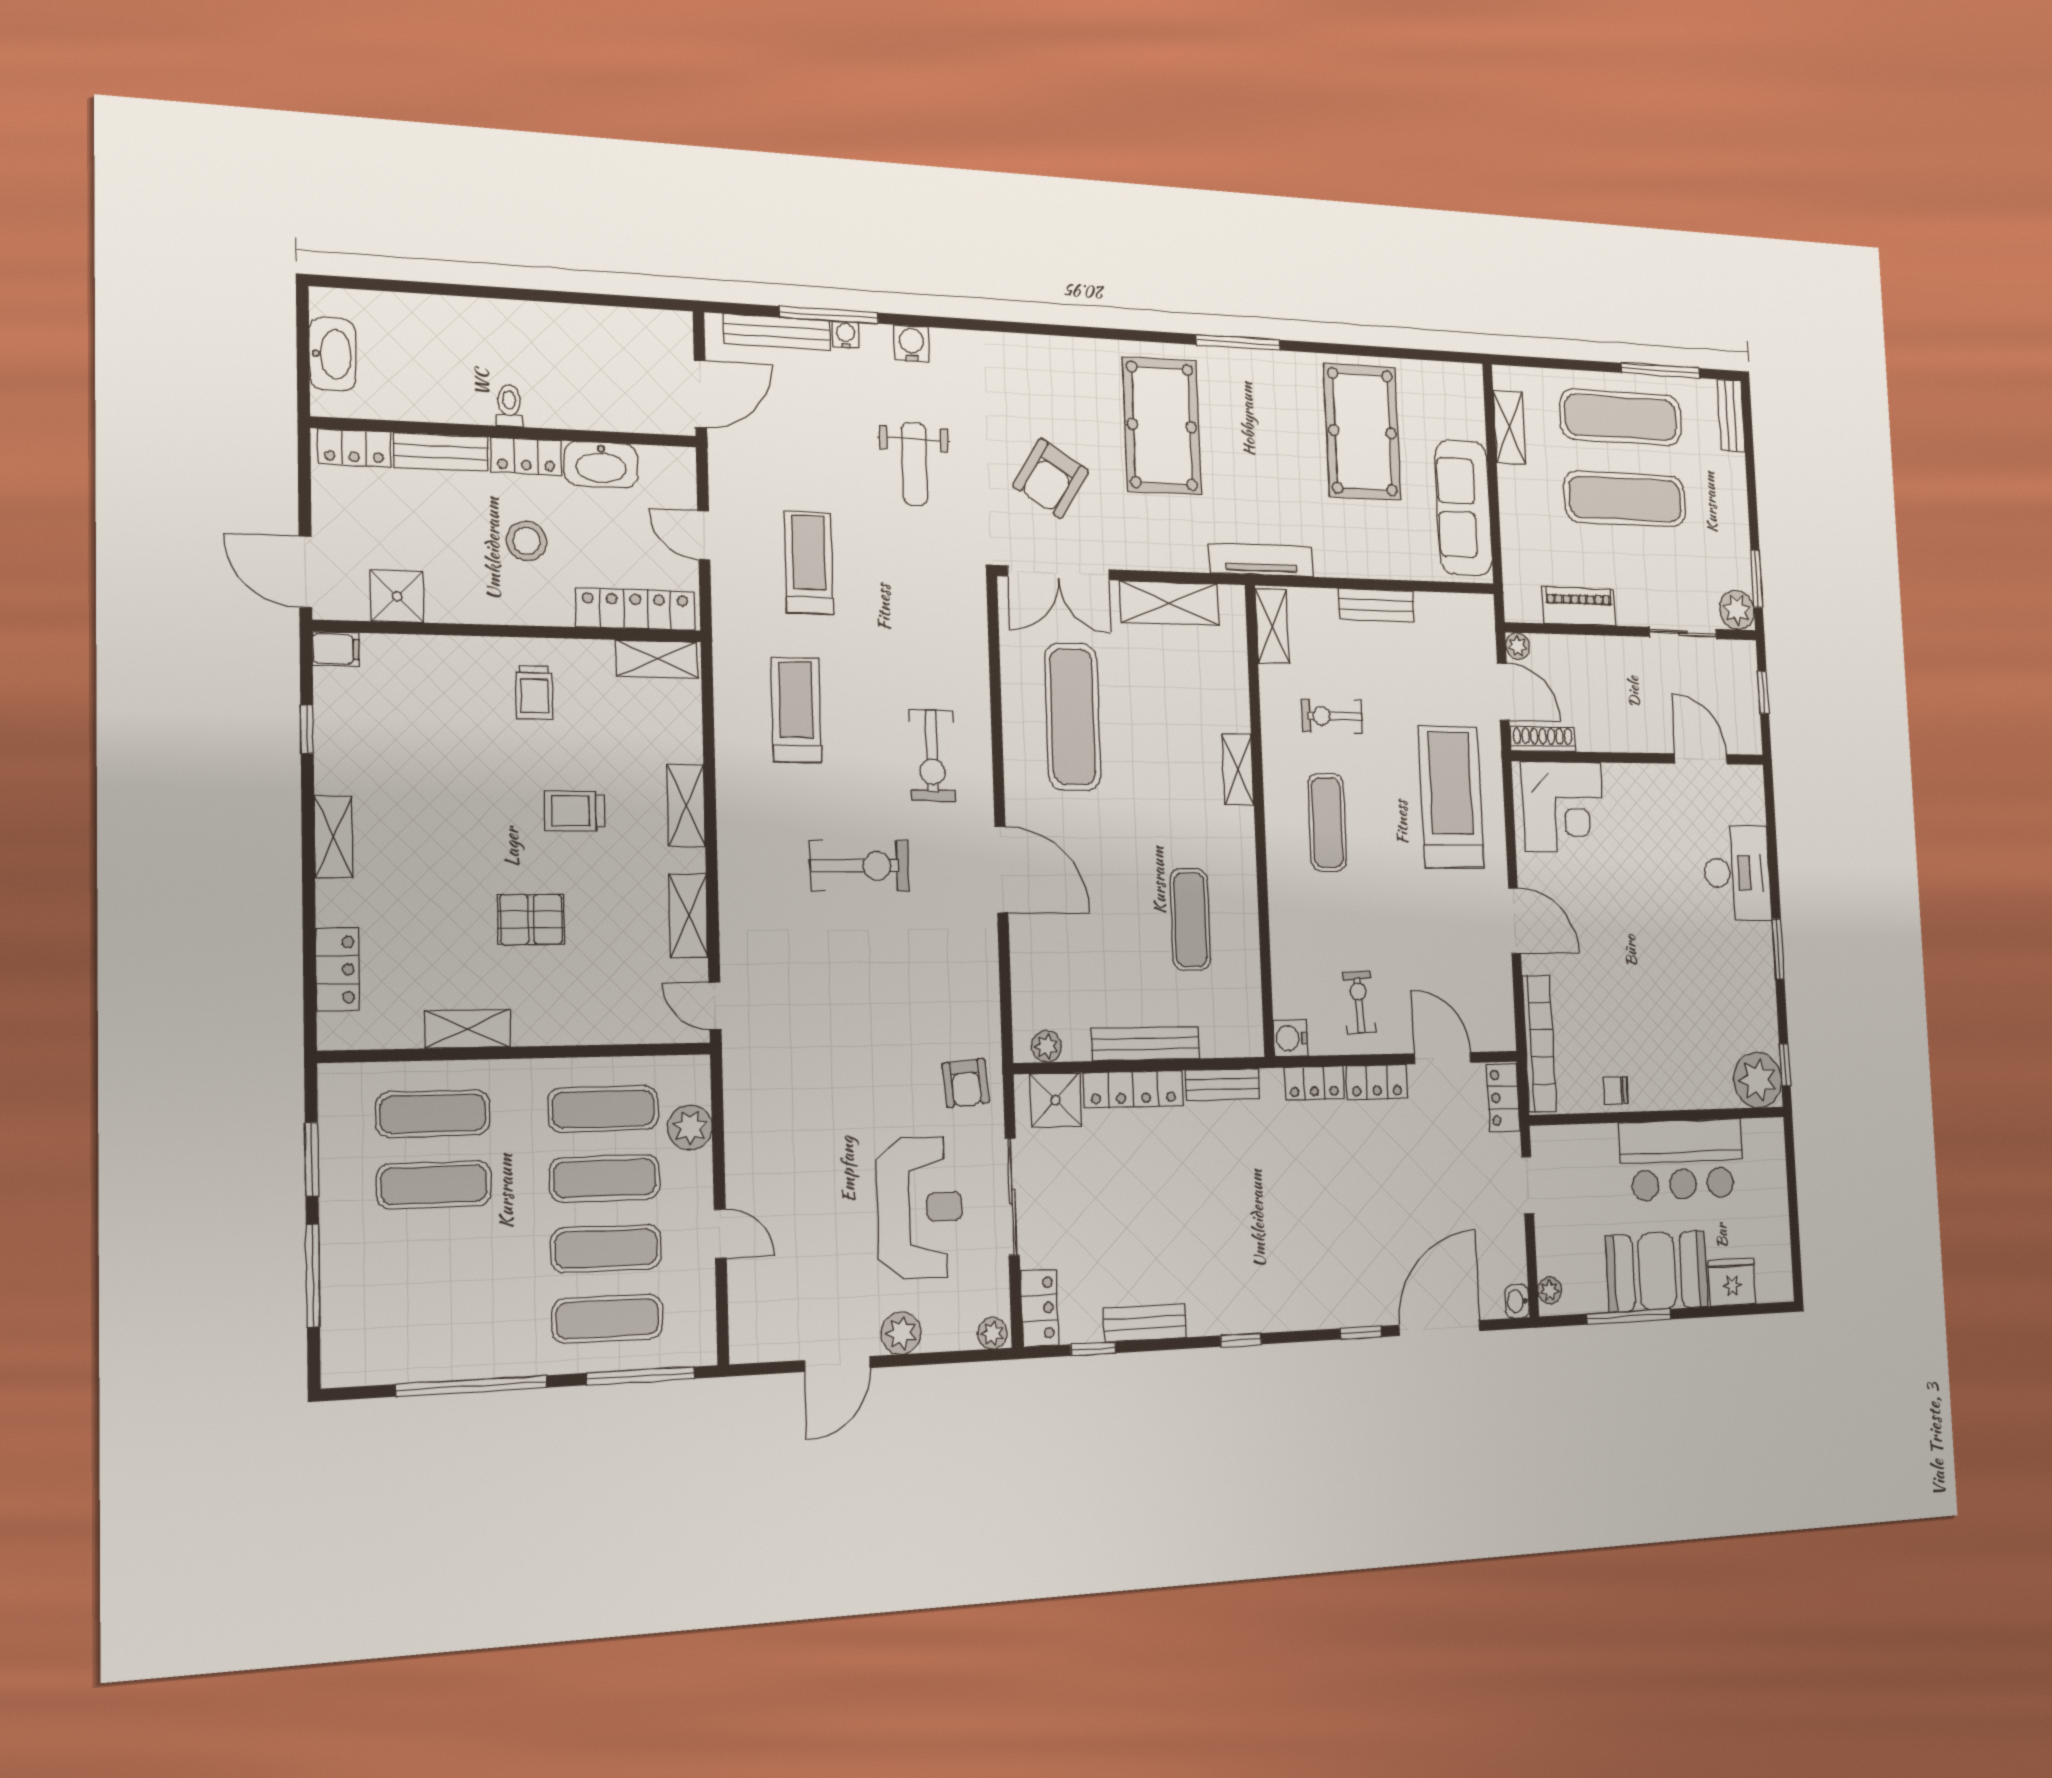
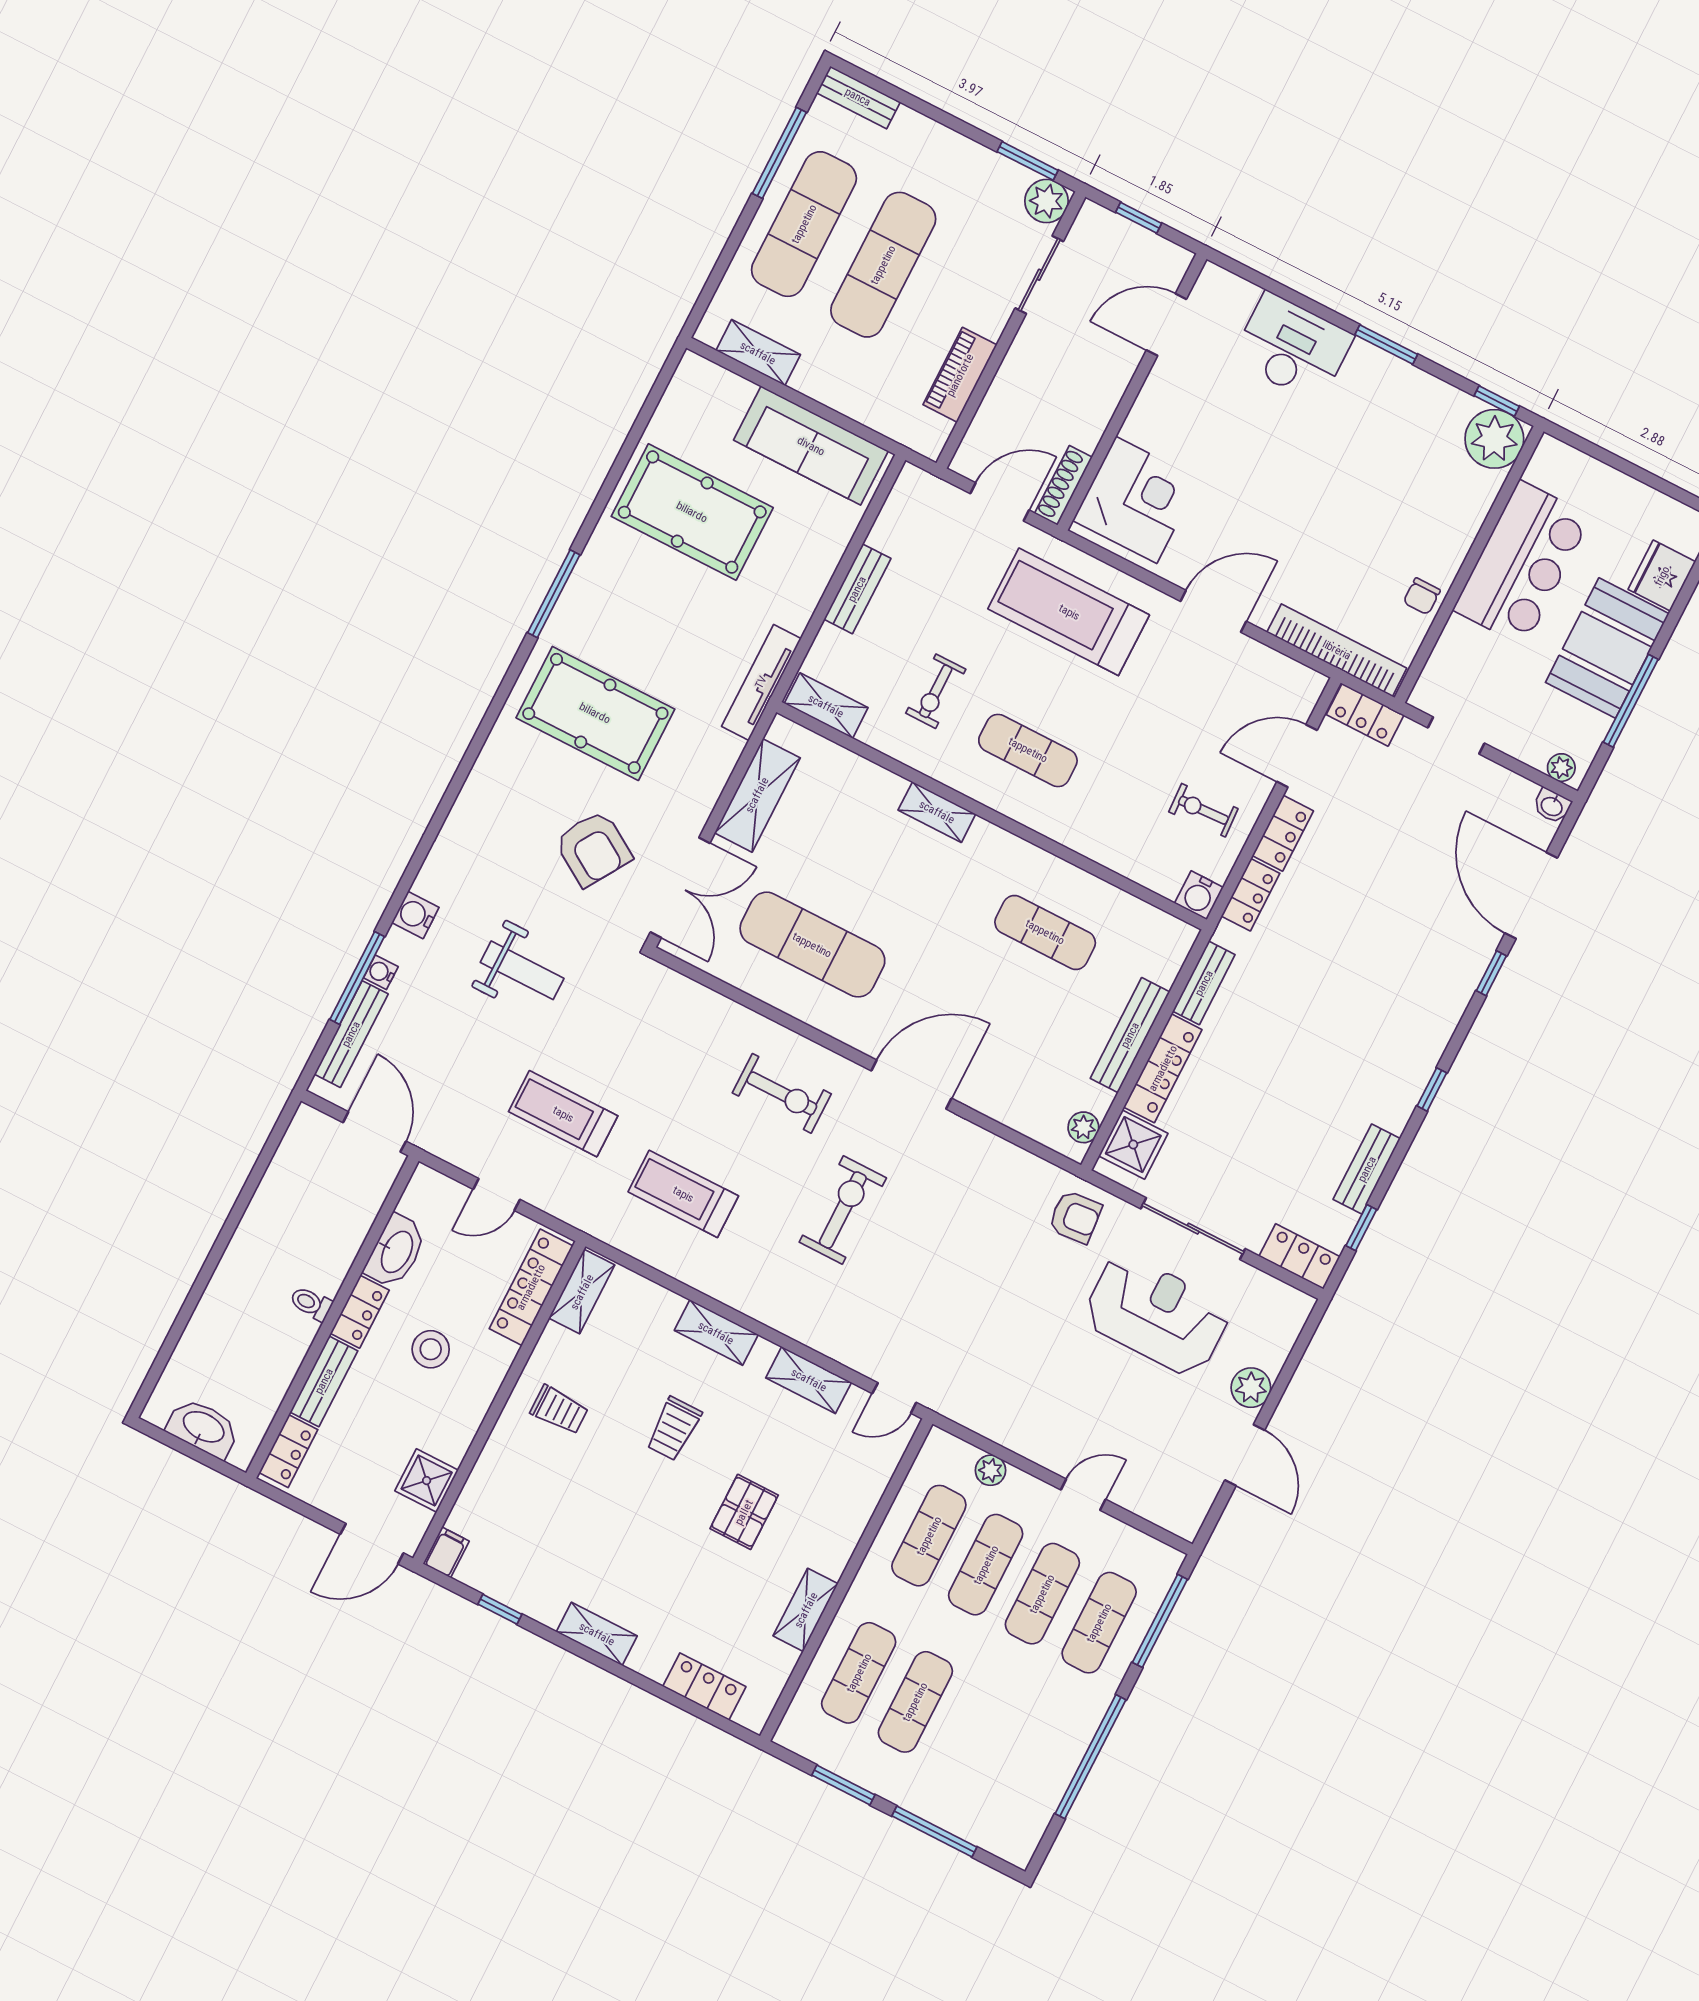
plant: (1518, 646) -> (965, 462), removed
plant: (690, 1127) -> (990, 1470), width x0.73, depth x0.73
plant: (992, 1333) -> (1297, 1309), removed

